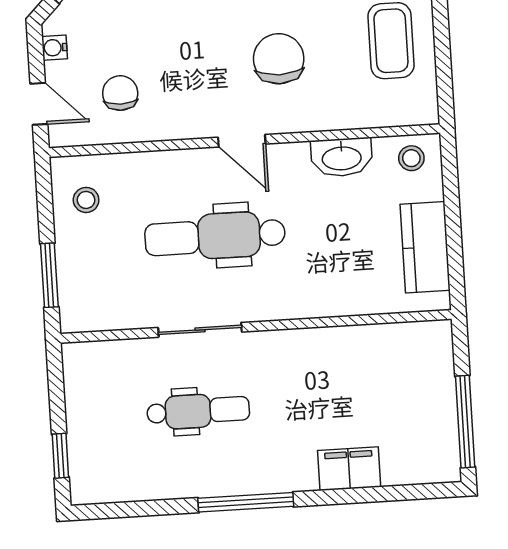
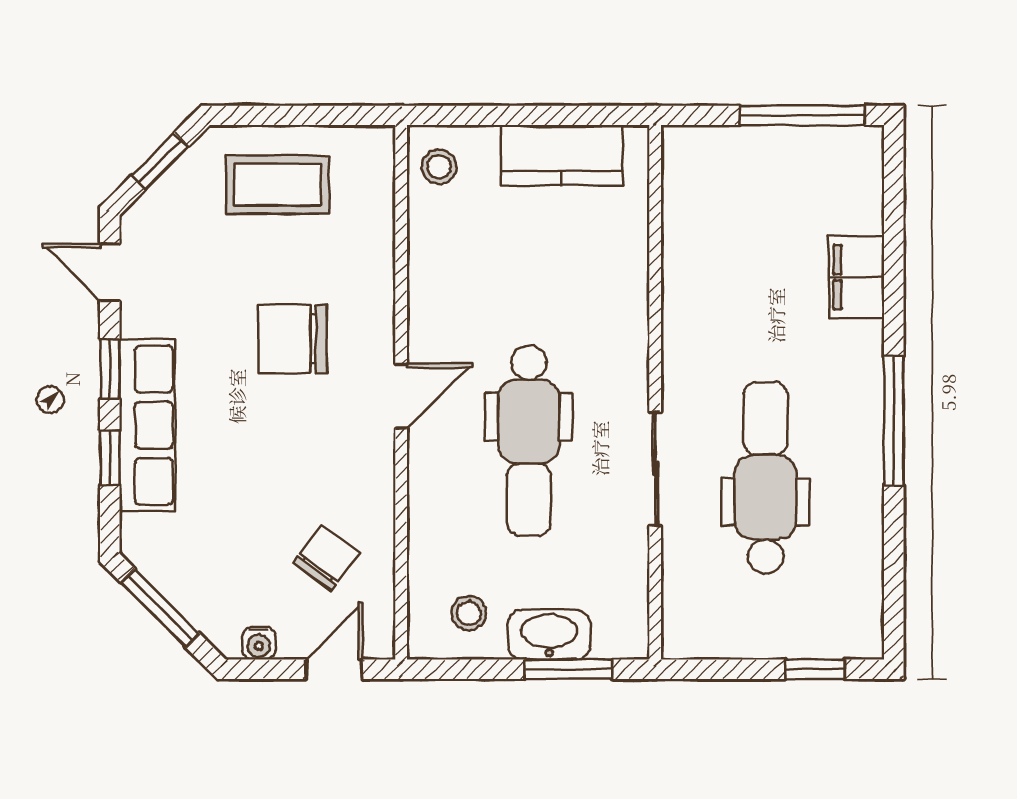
chair: (120, 93) -> (326, 558), turned 126
washbasin: (342, 157) -> (549, 635), moved, turned -90
dental chair: (198, 411) -> (766, 478), width x1.36, depth x1.38

